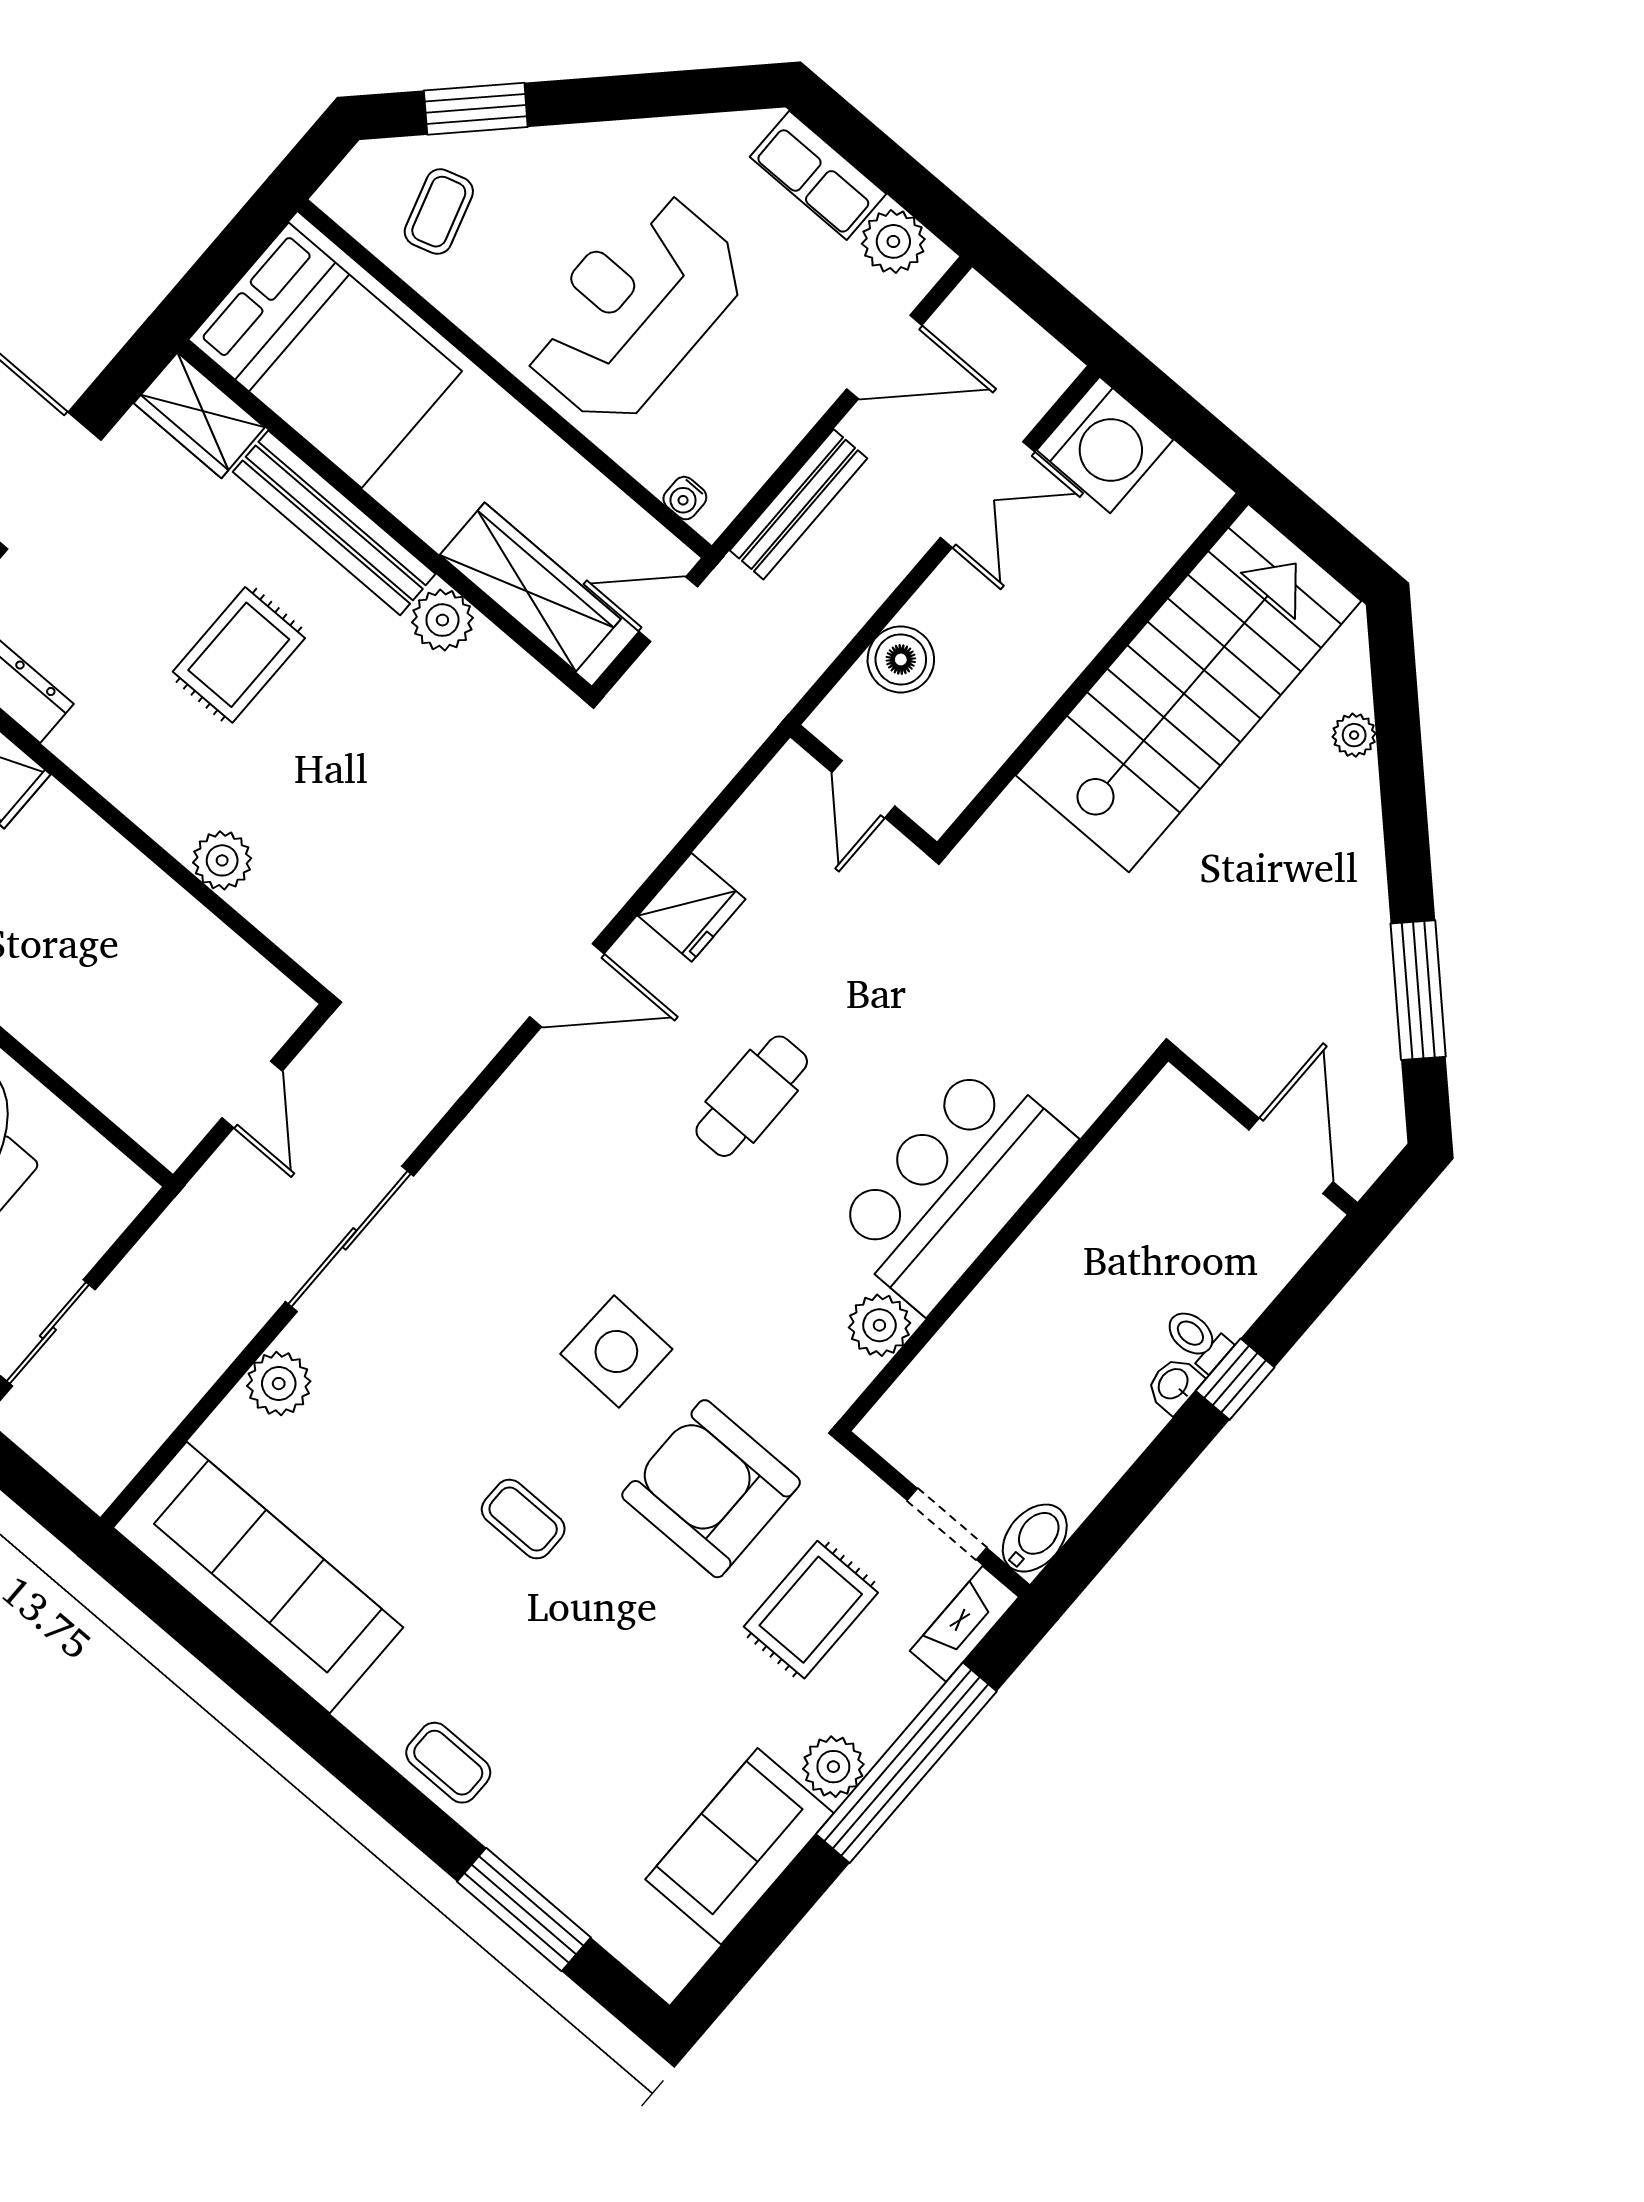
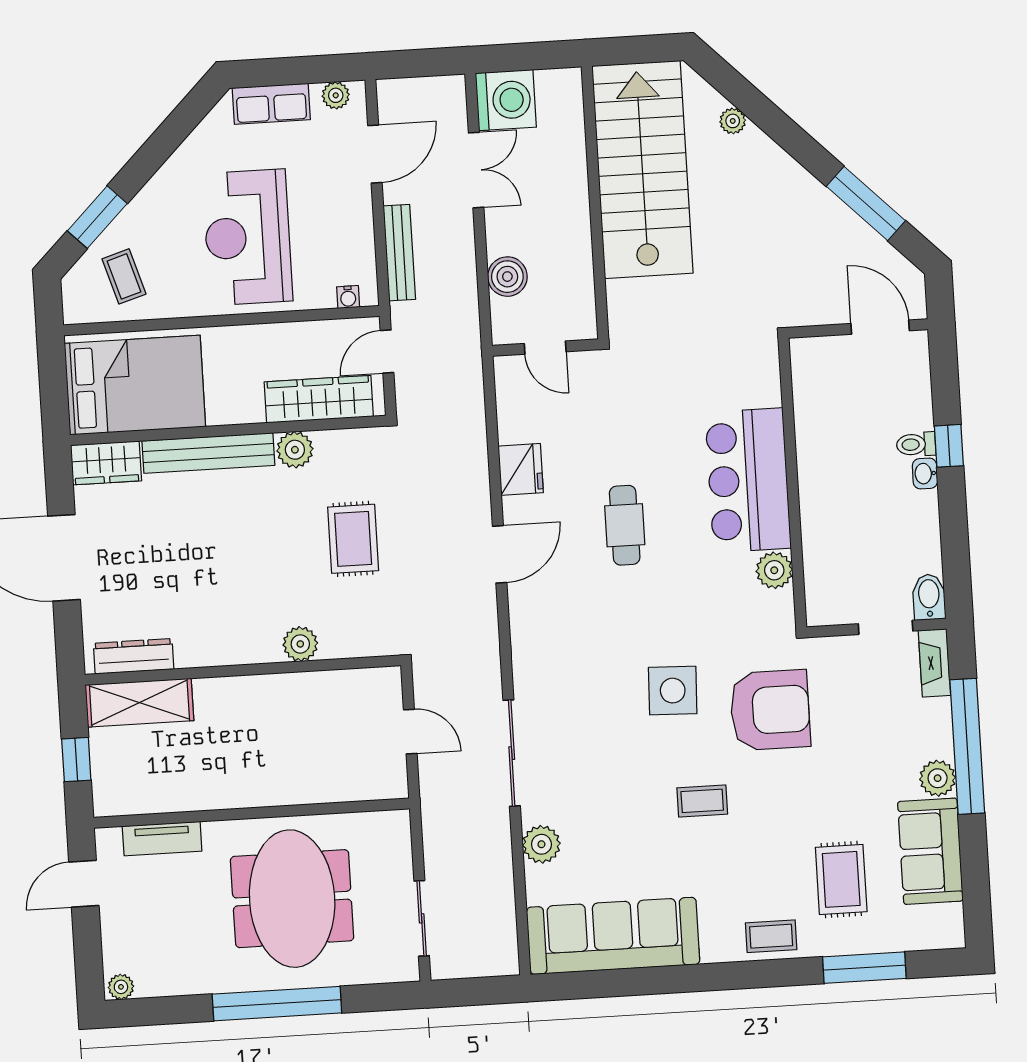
plant: (893, 241) -> (336, 95), width x0.73, depth x0.73
rug: (239, 655) -> (353, 539), moved
armchair: (711, 1489) -> (770, 710), turned 180
rug: (811, 1610) -> (841, 879), moved

